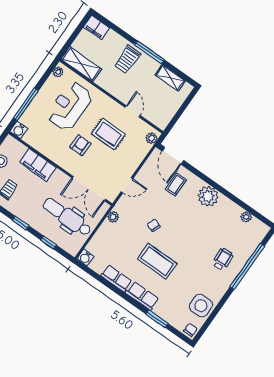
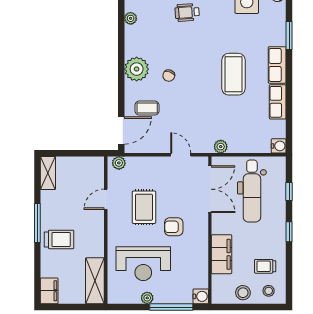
plant: (58, 72) -> (147, 298), moved
shelving: (170, 78) -> (48, 173), moved
chair: (154, 225) -> (169, 76), moved

